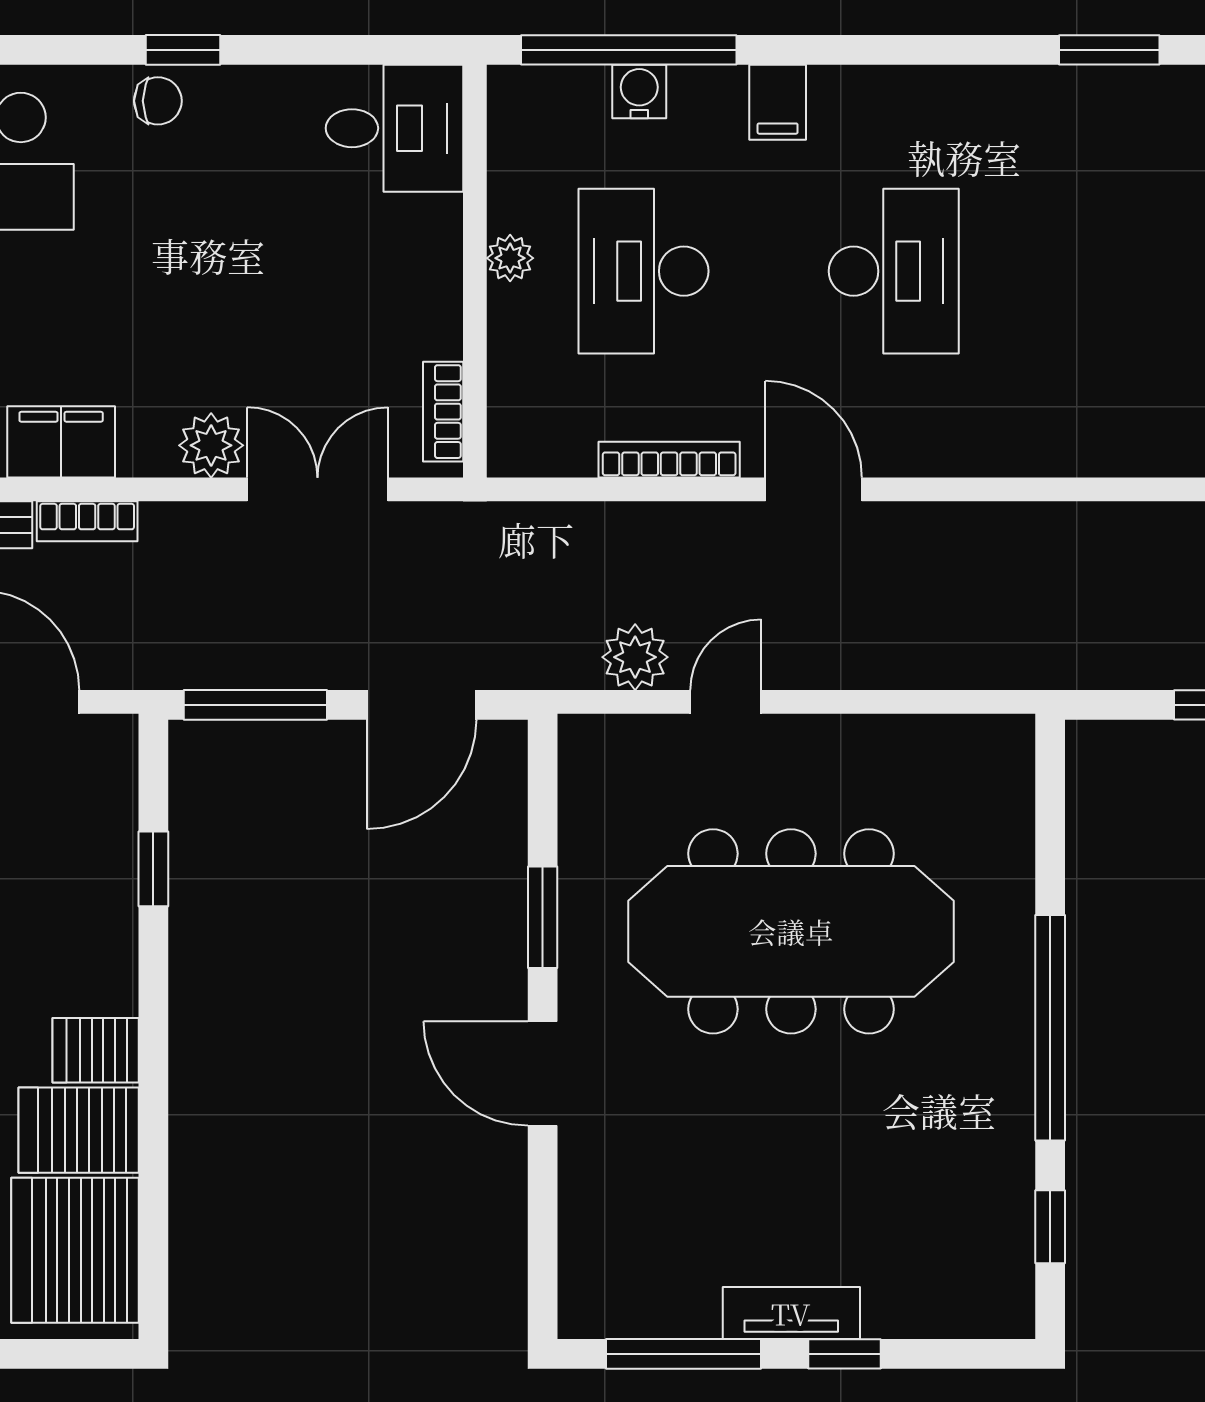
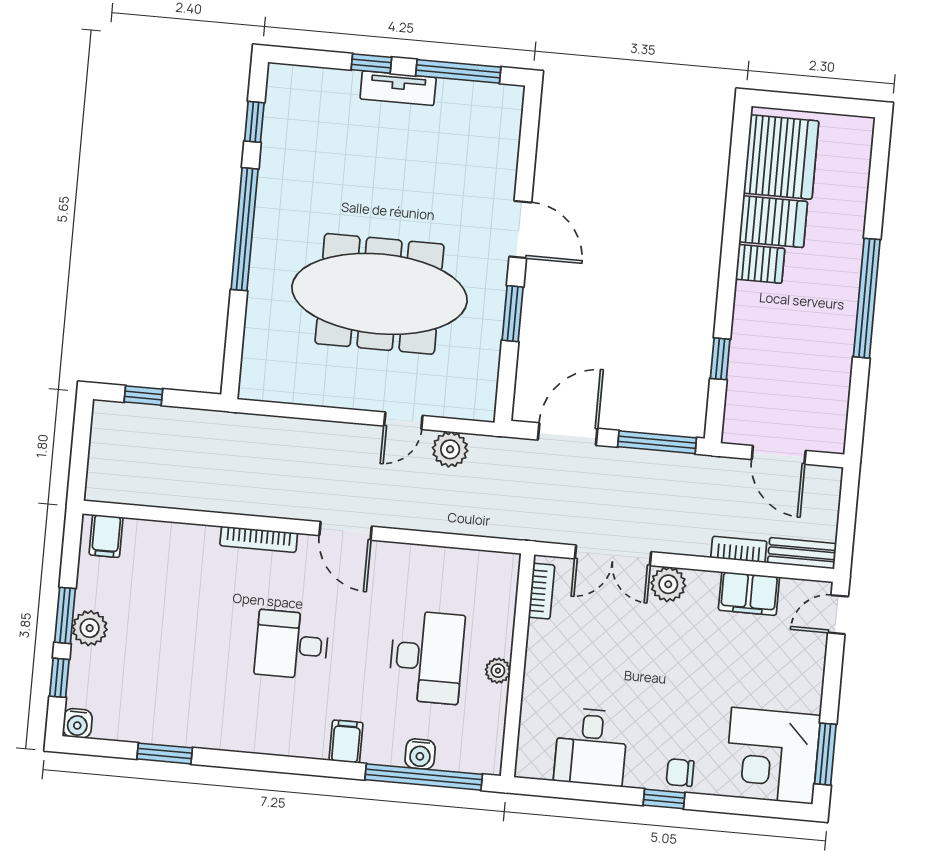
desk: (394, 128) -> (591, 747), moved, turned -90
desk: (894, 271) -> (292, 645), width x0.73
bookcase: (669, 460) -> (259, 539), moved

